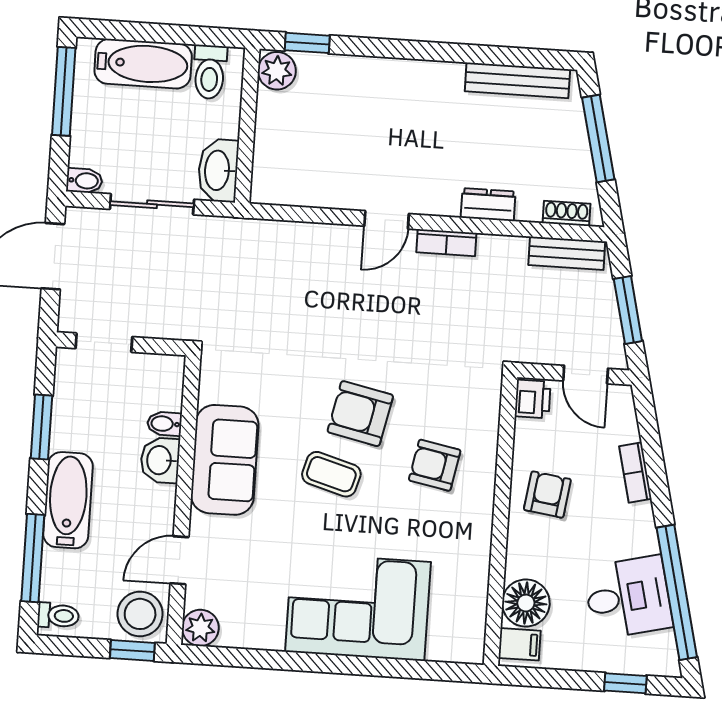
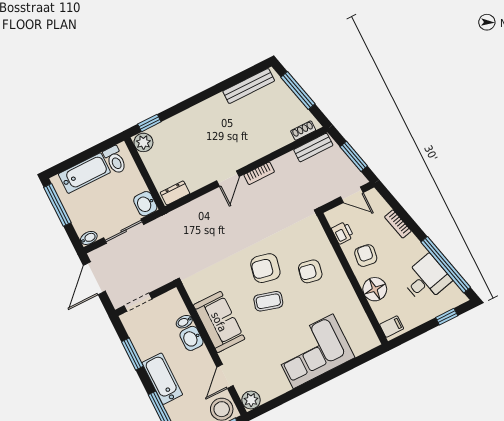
washbasin: (218, 170) -> (145, 204), width x0.72
dresser: (488, 205) -> (175, 193), moved
printer: (533, 399) -> (343, 233), moved
floor lamp: (526, 603) -> (375, 289), moved

